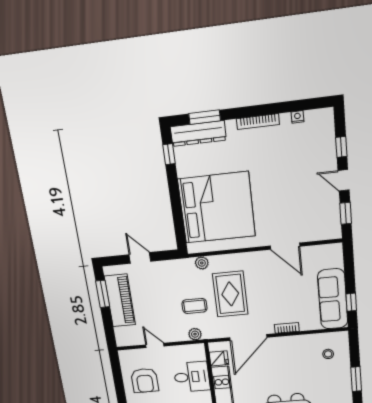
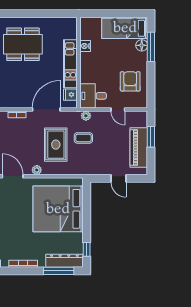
window: (205, 117) -> (59, 271), width x1.44
plant: (202, 263) -> (37, 170), moved
window: (103, 294) -> (151, 137), moved
desk: (192, 377) -> (93, 96), moved

